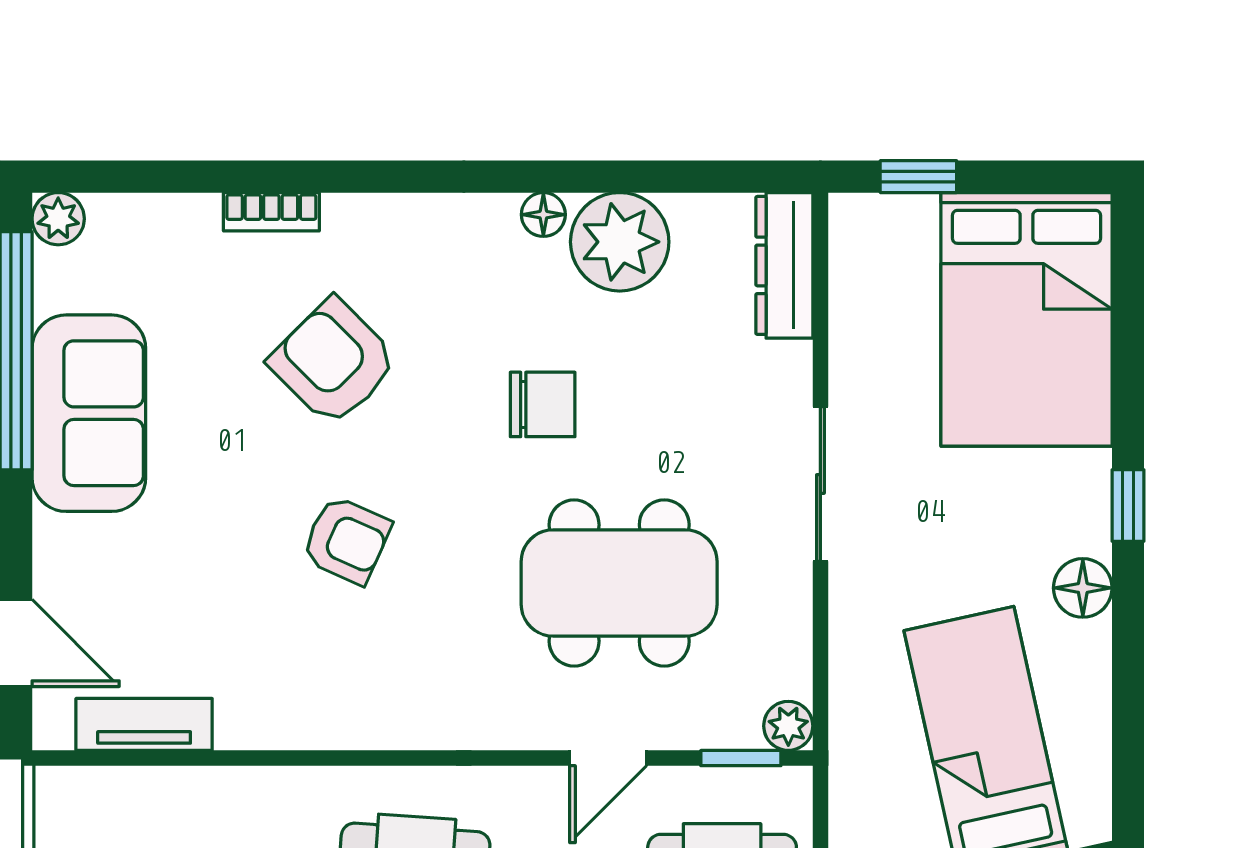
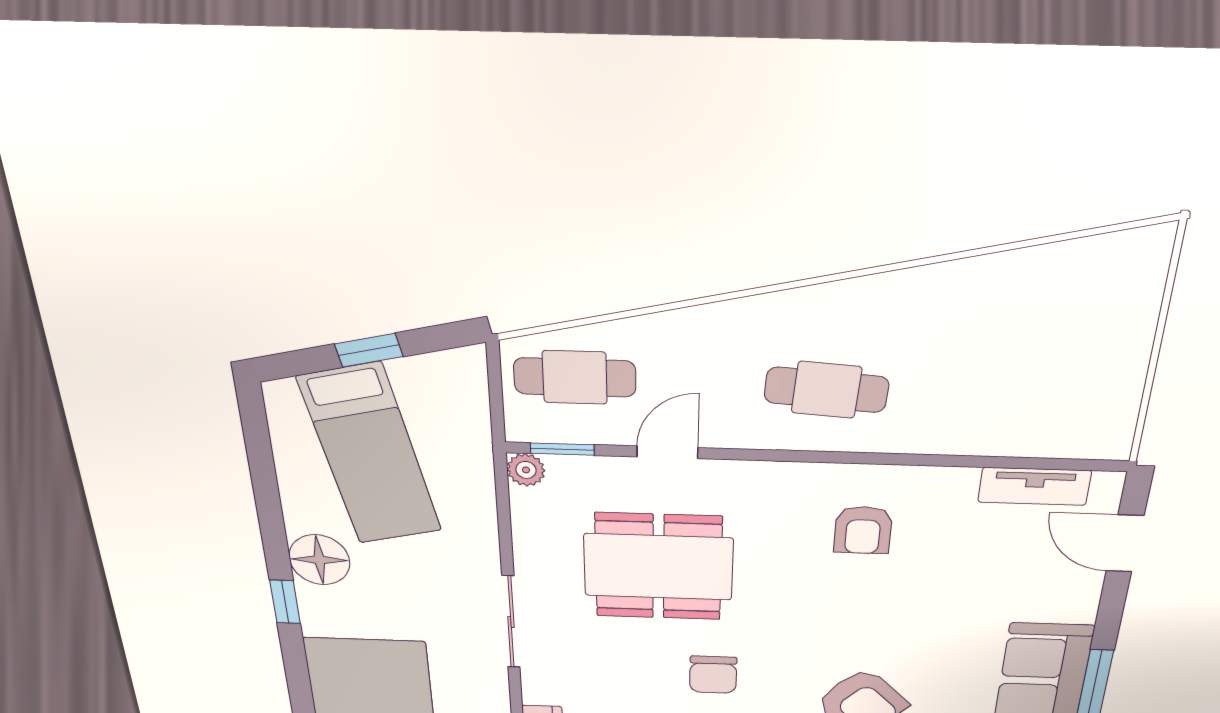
chair: (543, 404) -> (713, 675), turned -90
armchair: (346, 540) -> (863, 530), moved, turned -114
floor lamp: (1083, 588) -> (319, 560), width x1.38, depth x1.38

